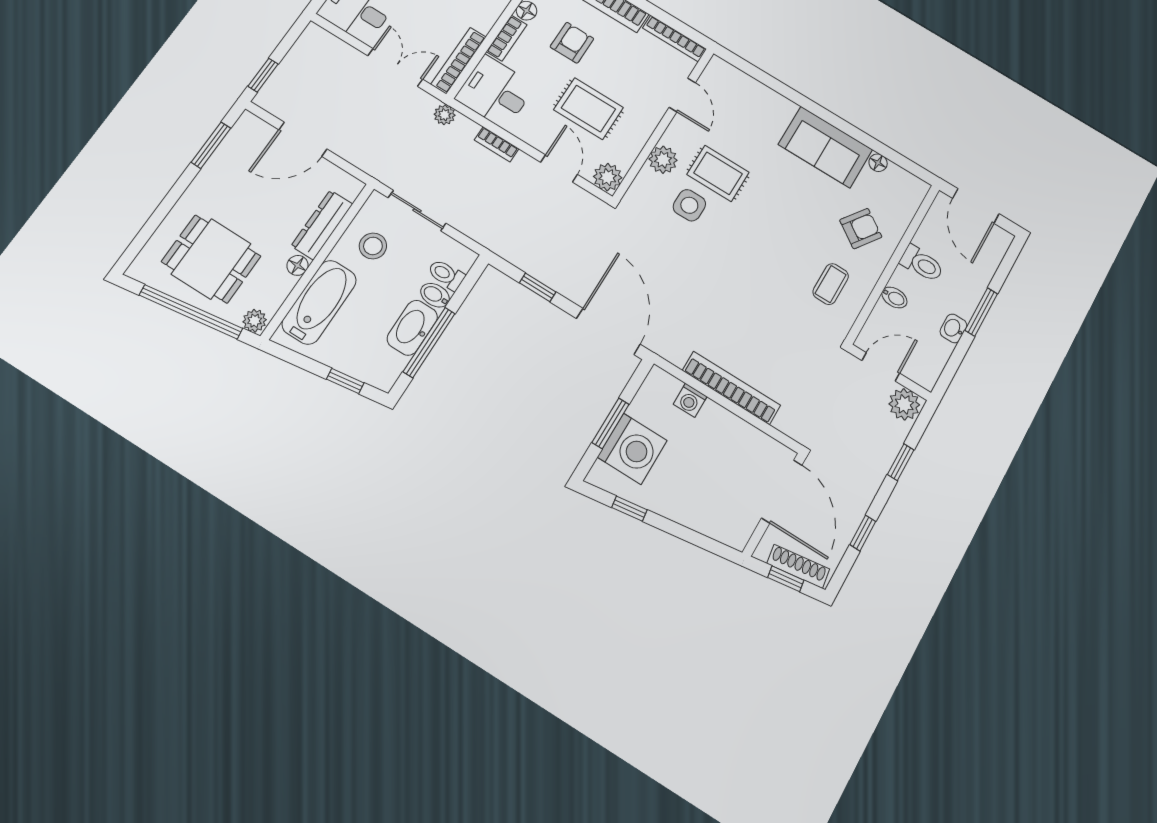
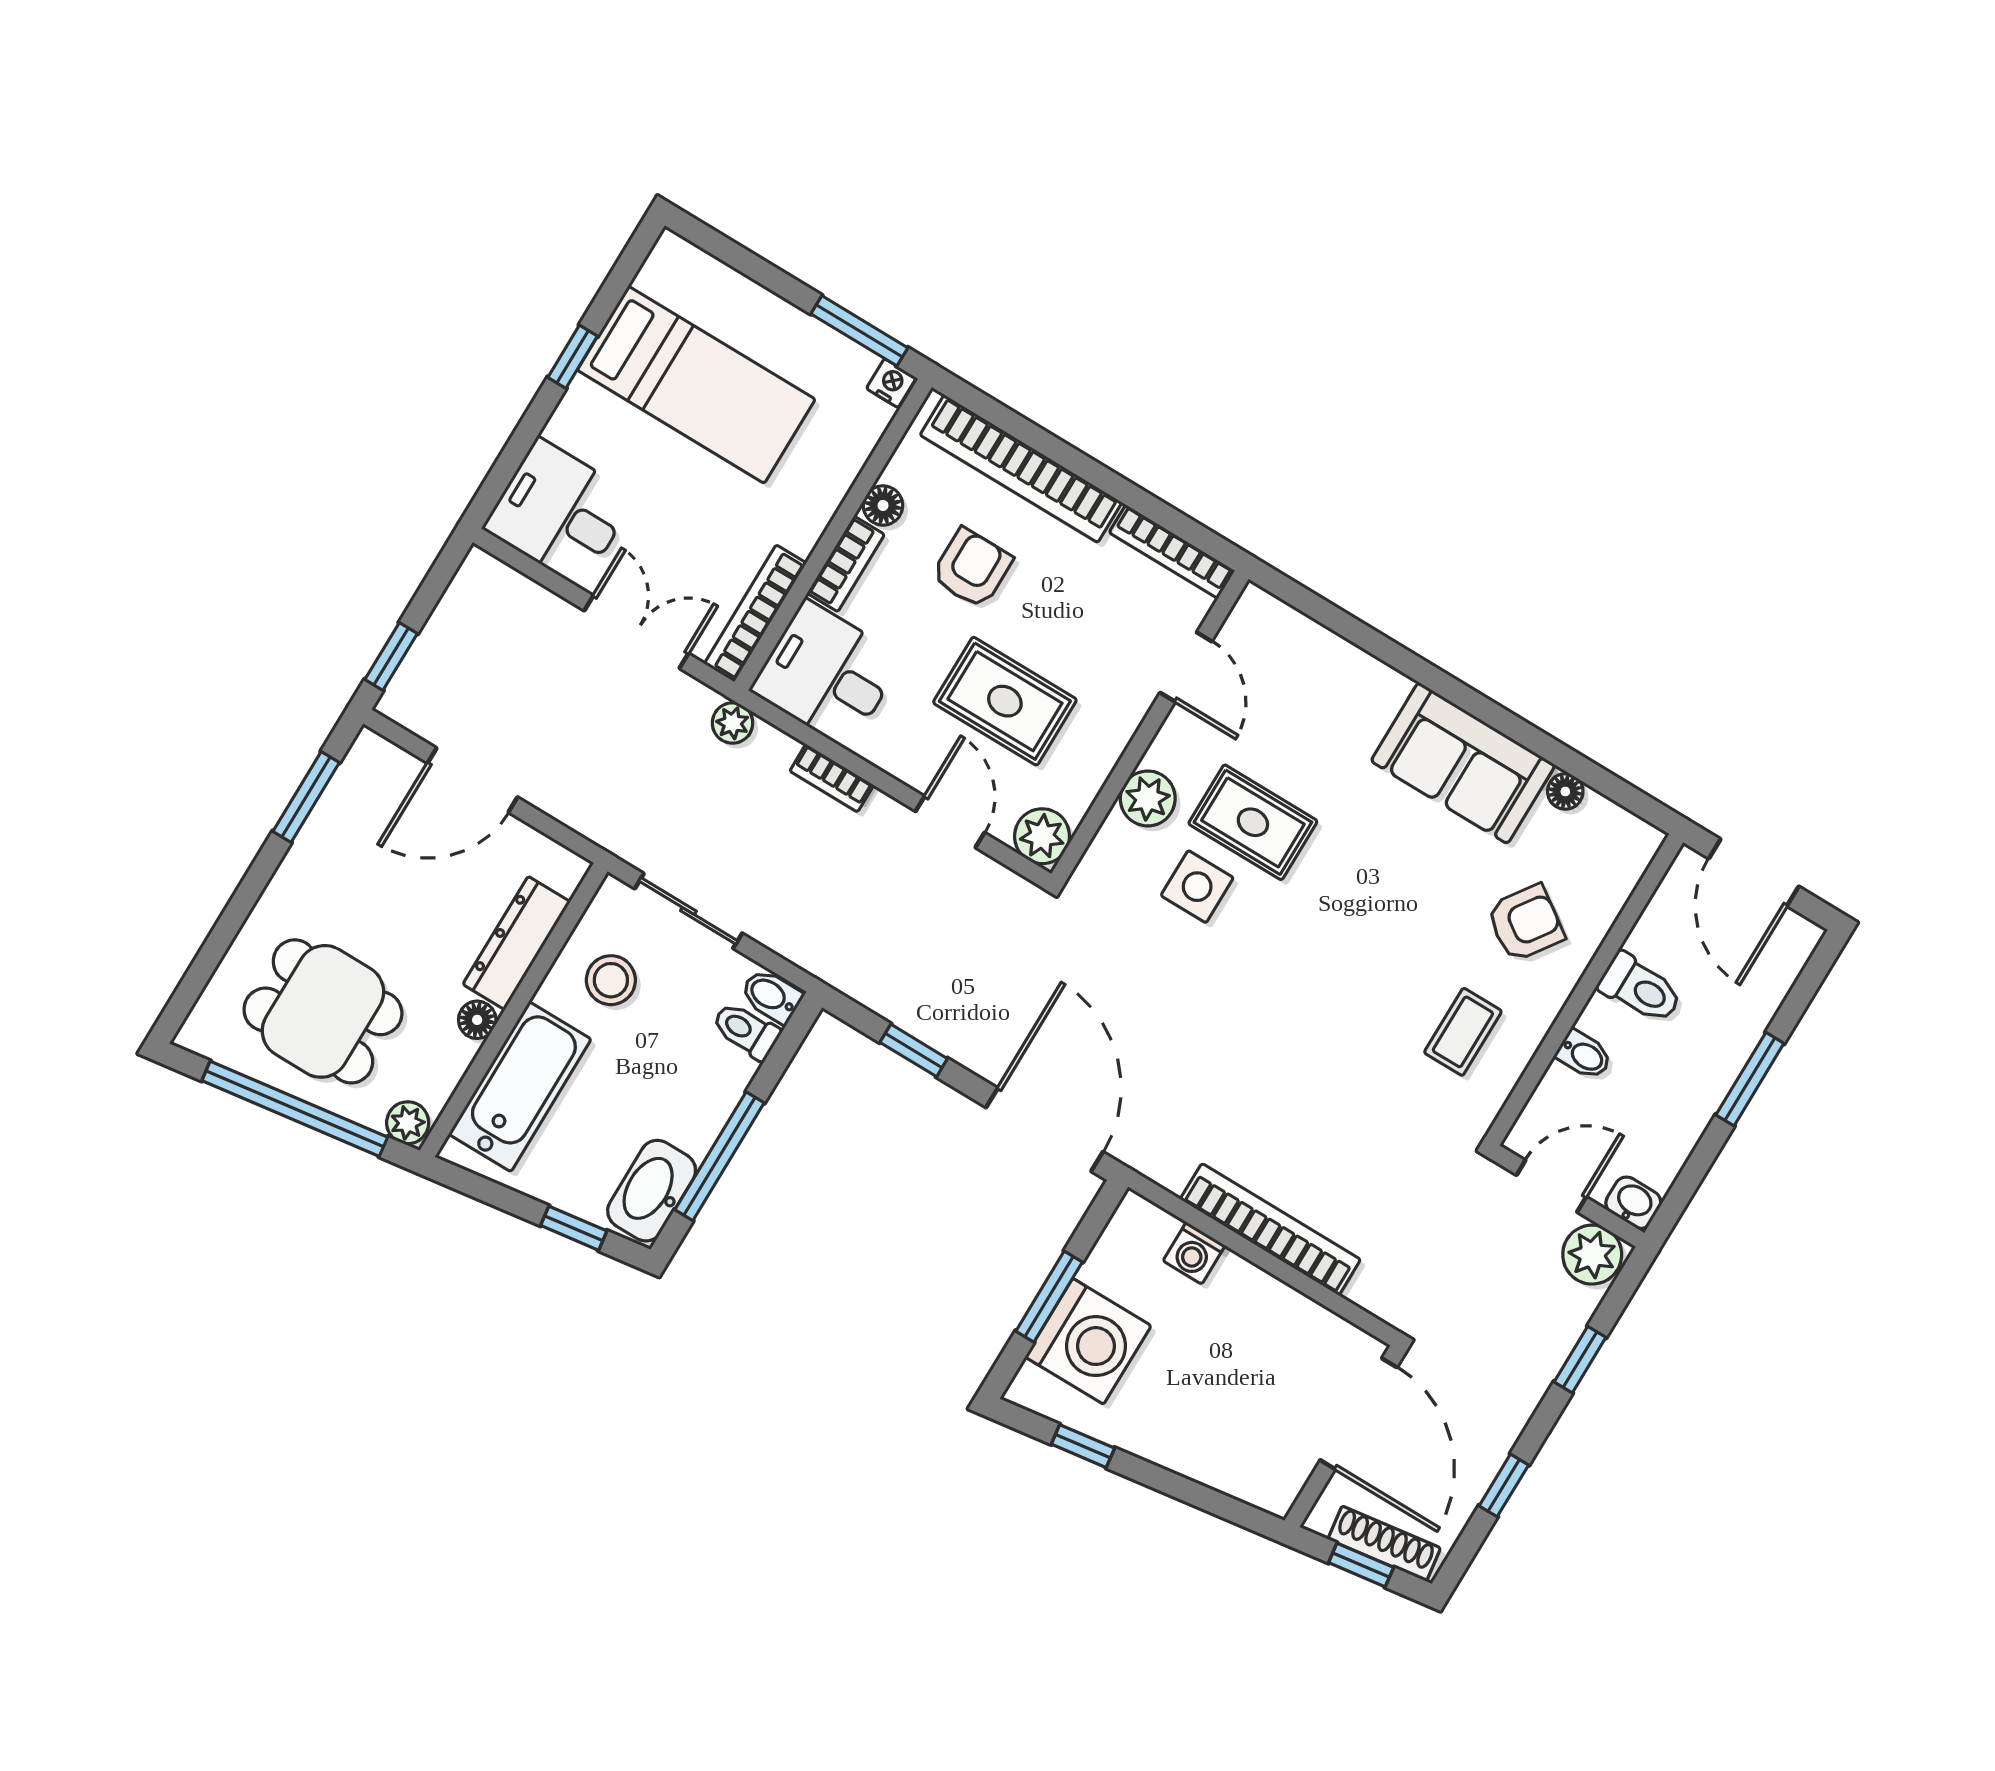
bidet: (435, 295) -> (771, 996), moved
washbasin: (412, 328) -> (652, 1191), moved
washbasin: (953, 328) -> (1633, 1203), moved, turned 90

